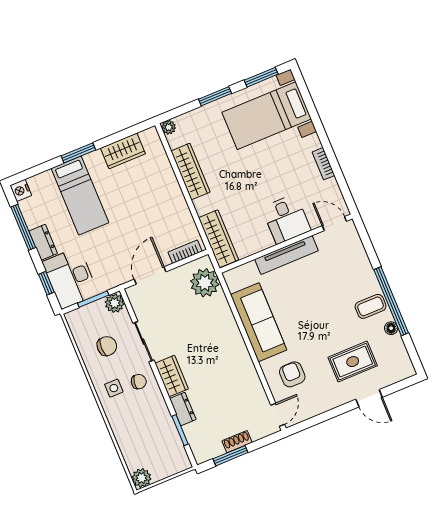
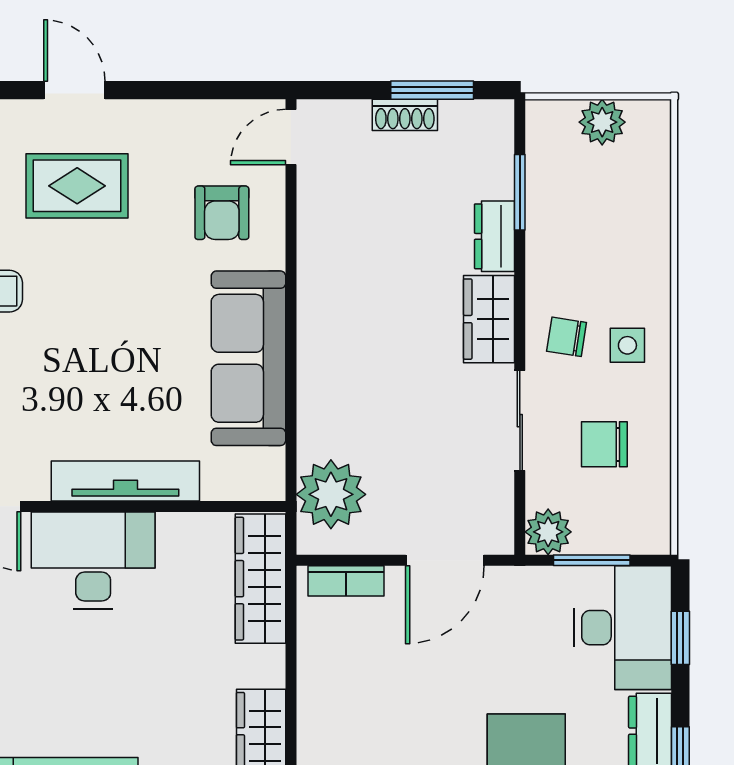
desk: (286, 219) -> (93, 560), width x1.37
plant: (142, 478) -> (602, 122), moved

